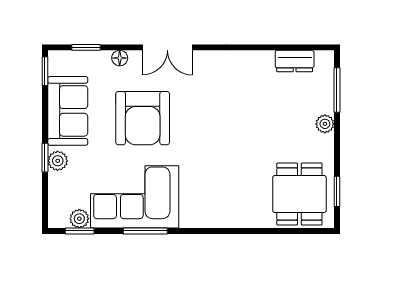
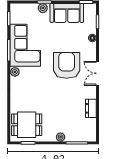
double door: (167, 47) -> (98, 73), moved
dresser: (295, 61) -> (91, 108), moved
armchair: (143, 118) -> (67, 65), moved, turned 90
plant: (79, 219) -> (15, 72), moved

